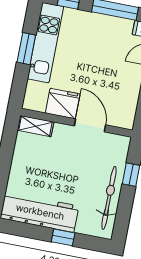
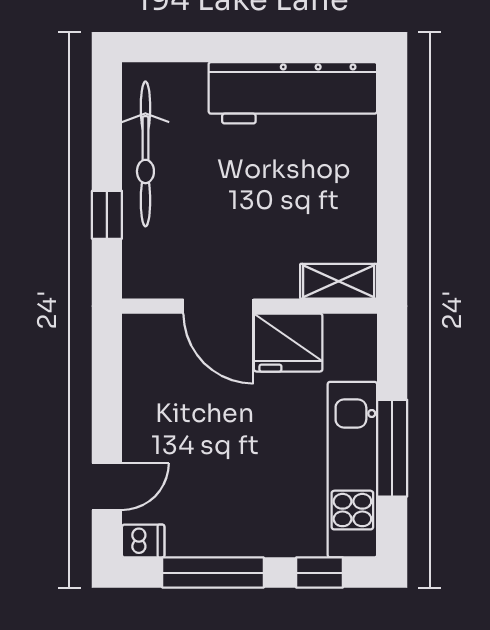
window: (26, 49) -> (392, 448), width x1.44
window: (63, 237) -> (230, 47), removed

